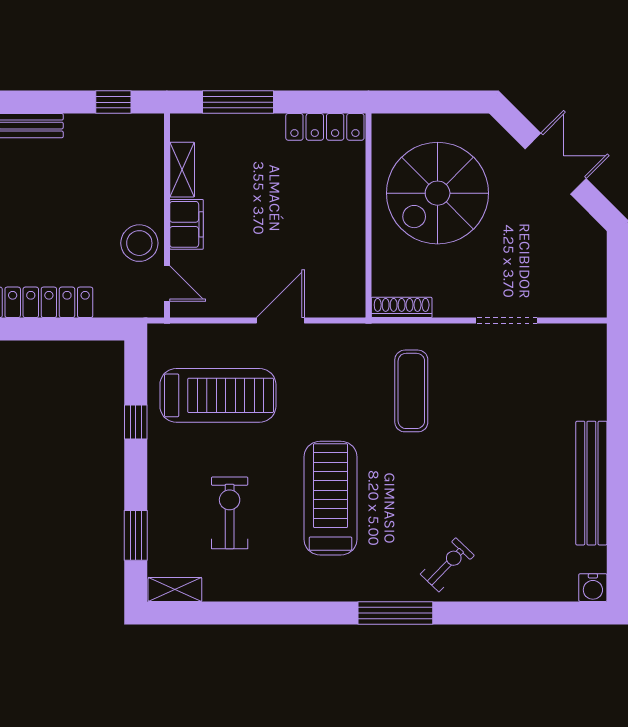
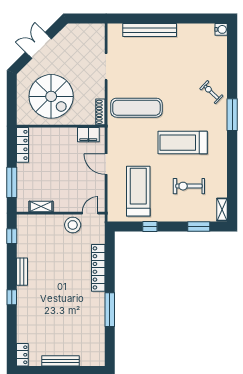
filing cabinet: (186, 224) -> (88, 135), moved, turned 180
exercise mat: (411, 391) -> (136, 108), width x1.36, depth x1.45
bench: (591, 483) -> (150, 30), moved

